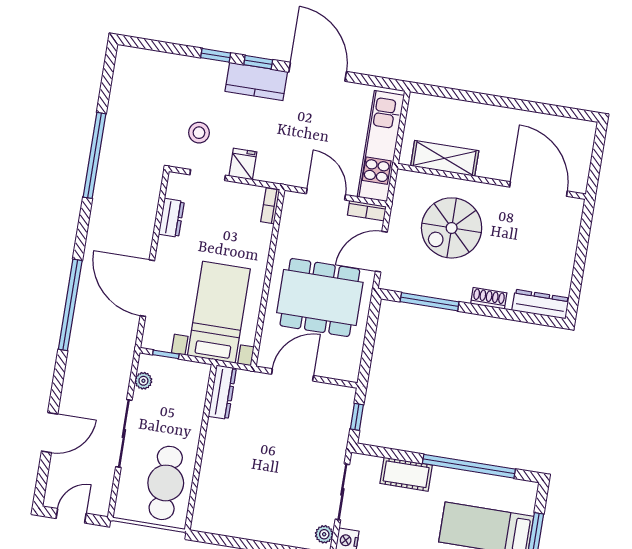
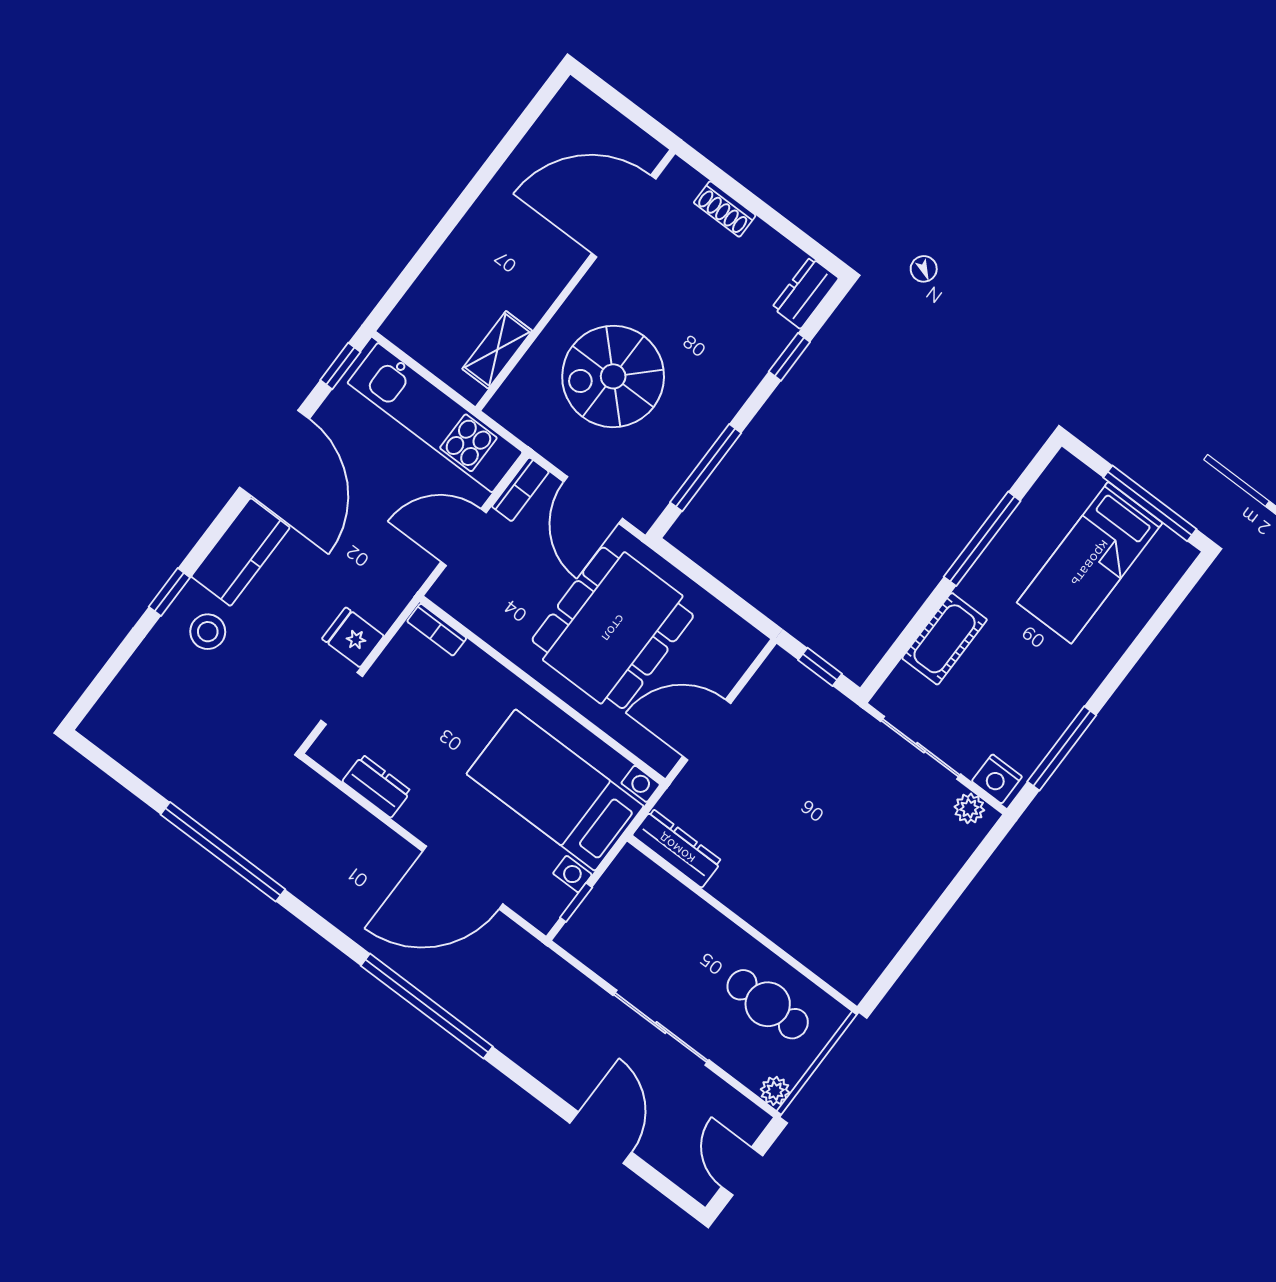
window: (258, 62) -> (340, 366), moved
door: (318, 72) -> (275, 453), swing flipped
stool: (199, 133) -> (208, 632), moved
shelving: (445, 158) -> (497, 350), width x0.67, depth x0.75
spiral stairs: (452, 228) -> (613, 376), turned 90
shoe rack: (489, 298) -> (725, 209), moved, turned -90
dresser: (540, 304) -> (805, 293), width x0.70
window: (511, 315) -> (789, 357), added
door: (292, 375) -> (707, 730), hinge flipped
plant: (143, 381) -> (775, 1091), moved
window: (469, 466) -> (982, 539), width x0.68
cafe table: (166, 483) -> (768, 1004), width x0.73, depth x0.74

